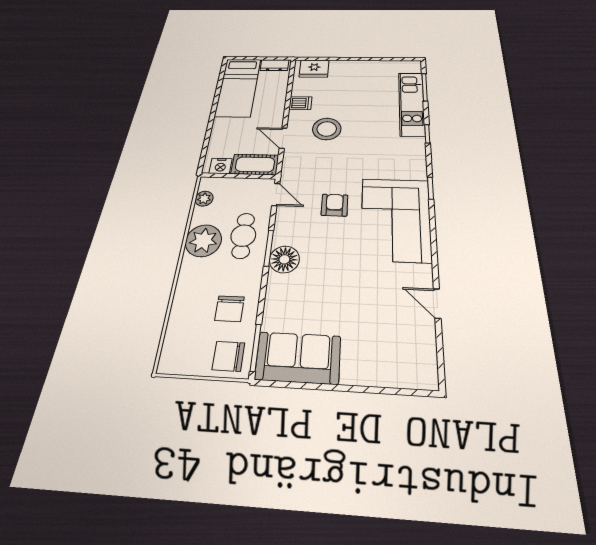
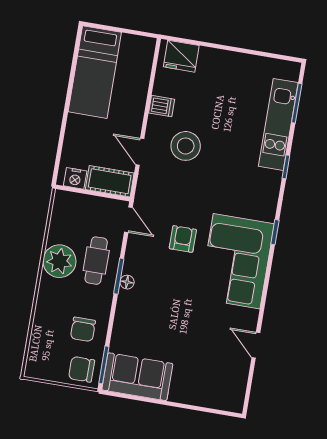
dresser: (275, 65) -> (137, 44), removed
plant: (204, 199) -> (59, 215), removed
floor lamp: (284, 259) -> (127, 282), width x0.53, depth x0.53

